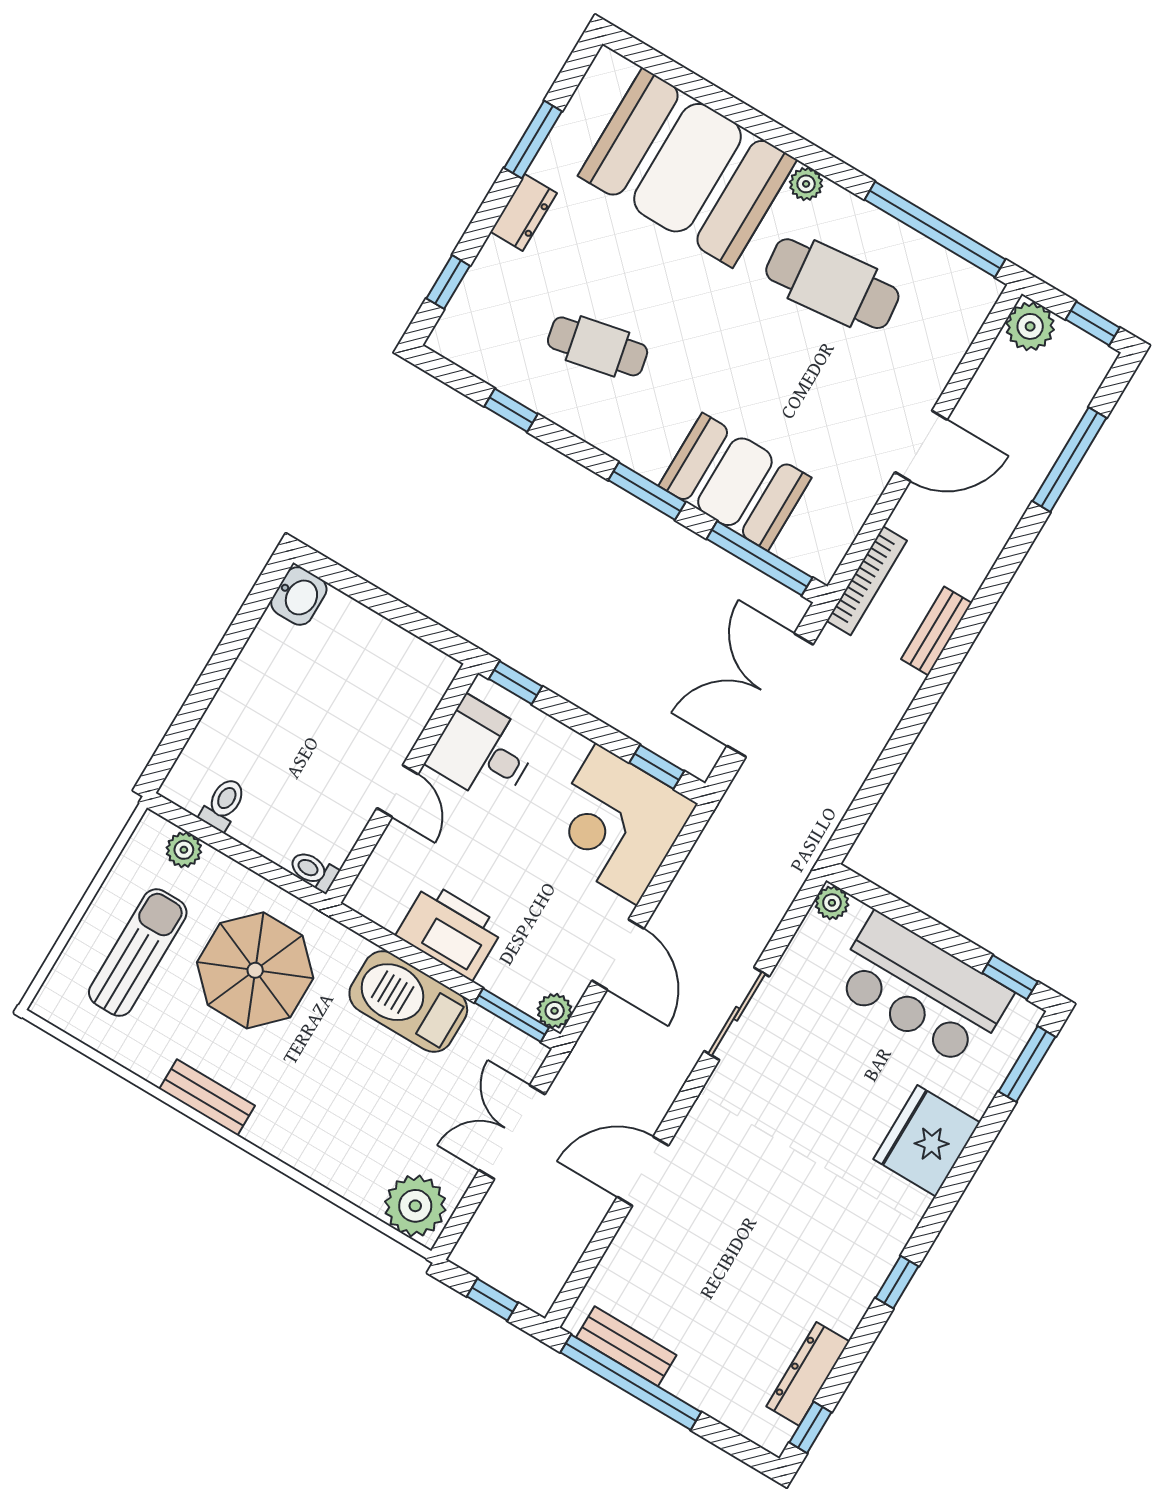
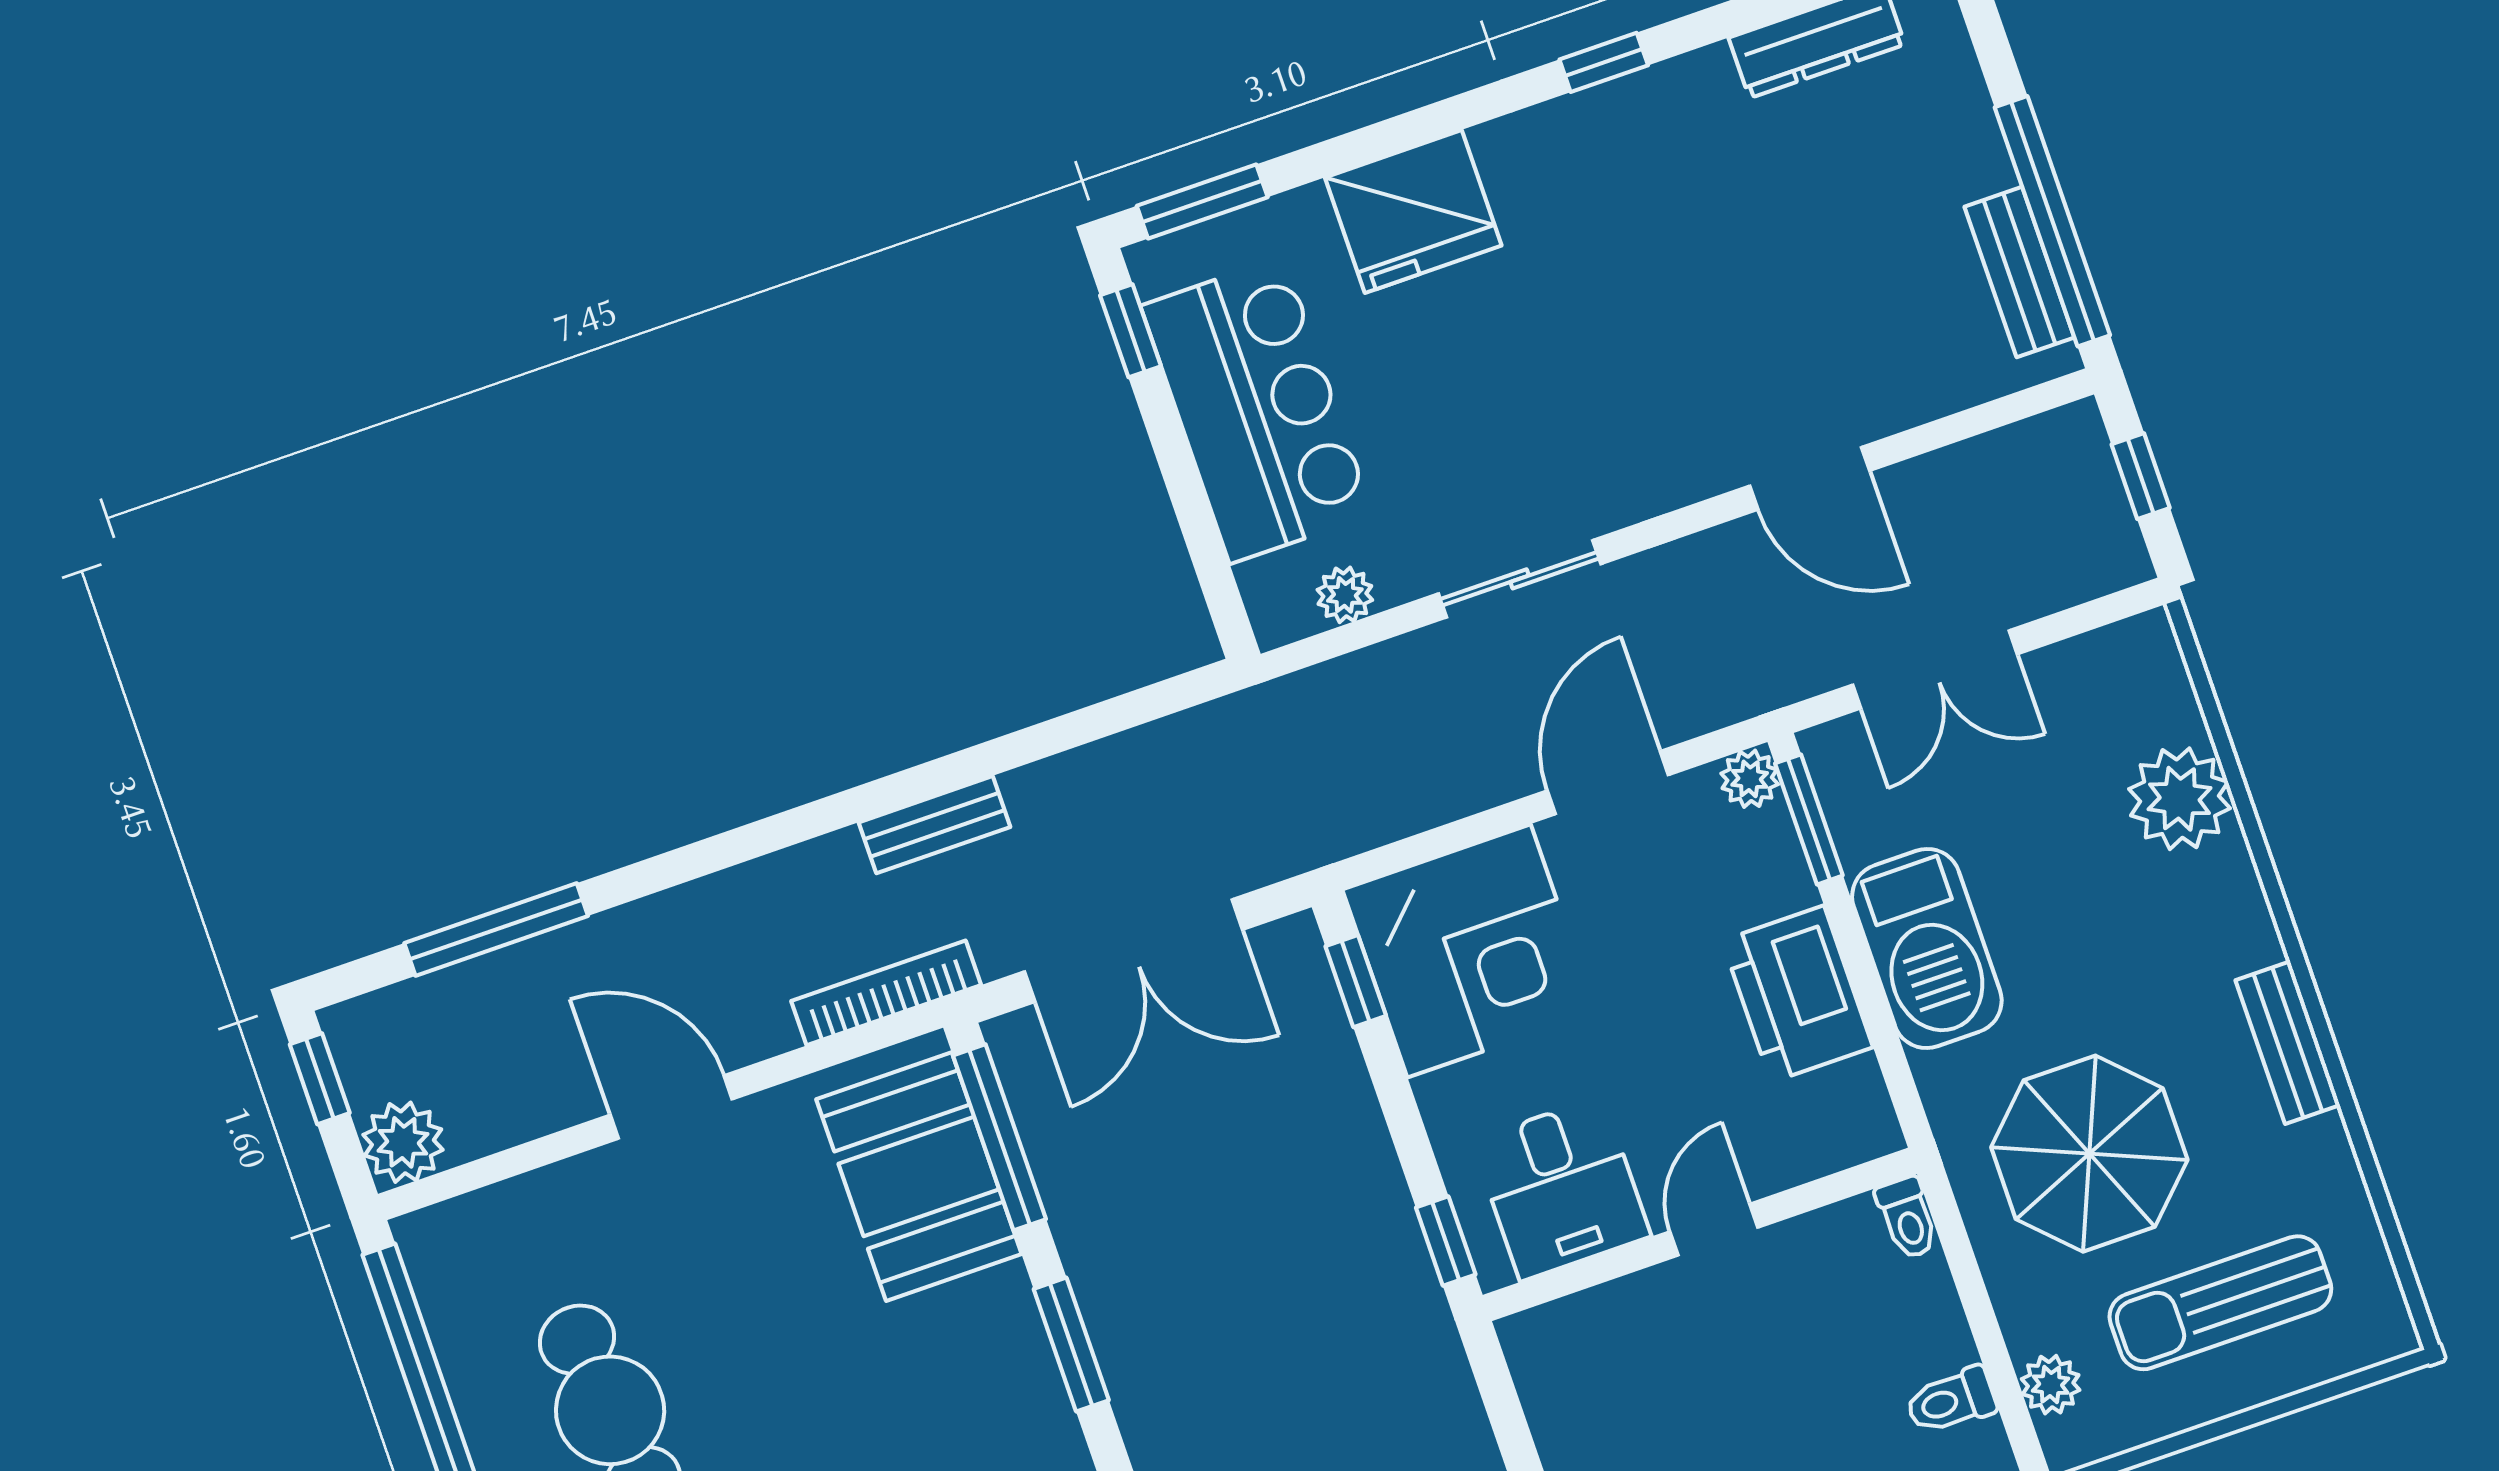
booth: (735, 482) -> (919, 1177), moved
bench: (936, 631) -> (934, 825), moved
plant: (832, 903) -> (1345, 595), moved
plant: (415, 1206) -> (2180, 799), moved

